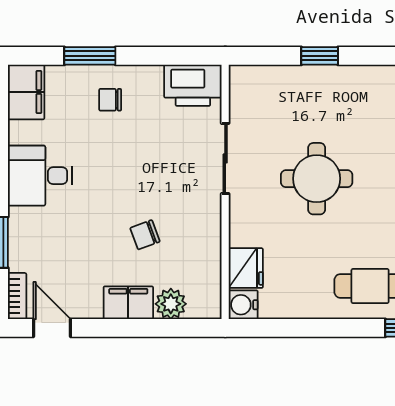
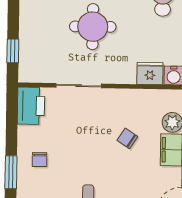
window: (320, 56) -> (13, 51), moved
chair: (145, 235) -> (127, 138), turned 143

